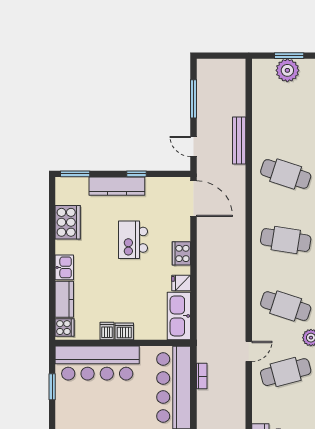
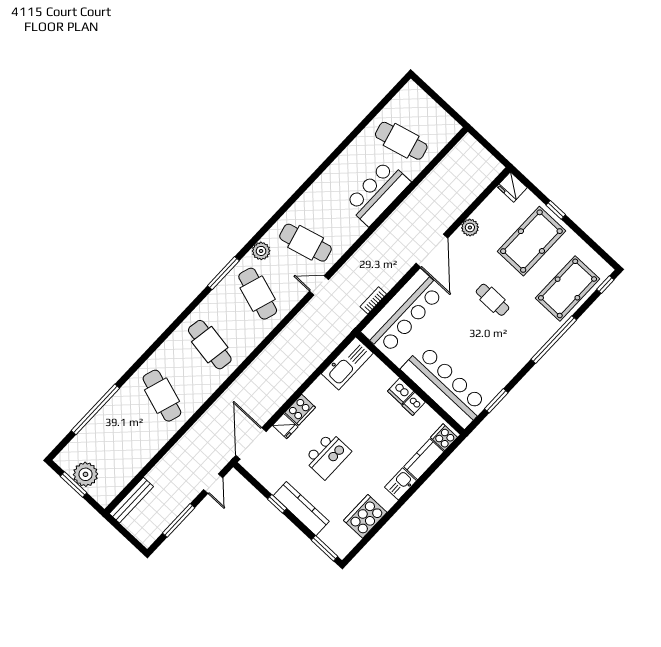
bench: (239, 140) -> (131, 500), moved
fridge: (181, 283) -> (285, 426), moved

